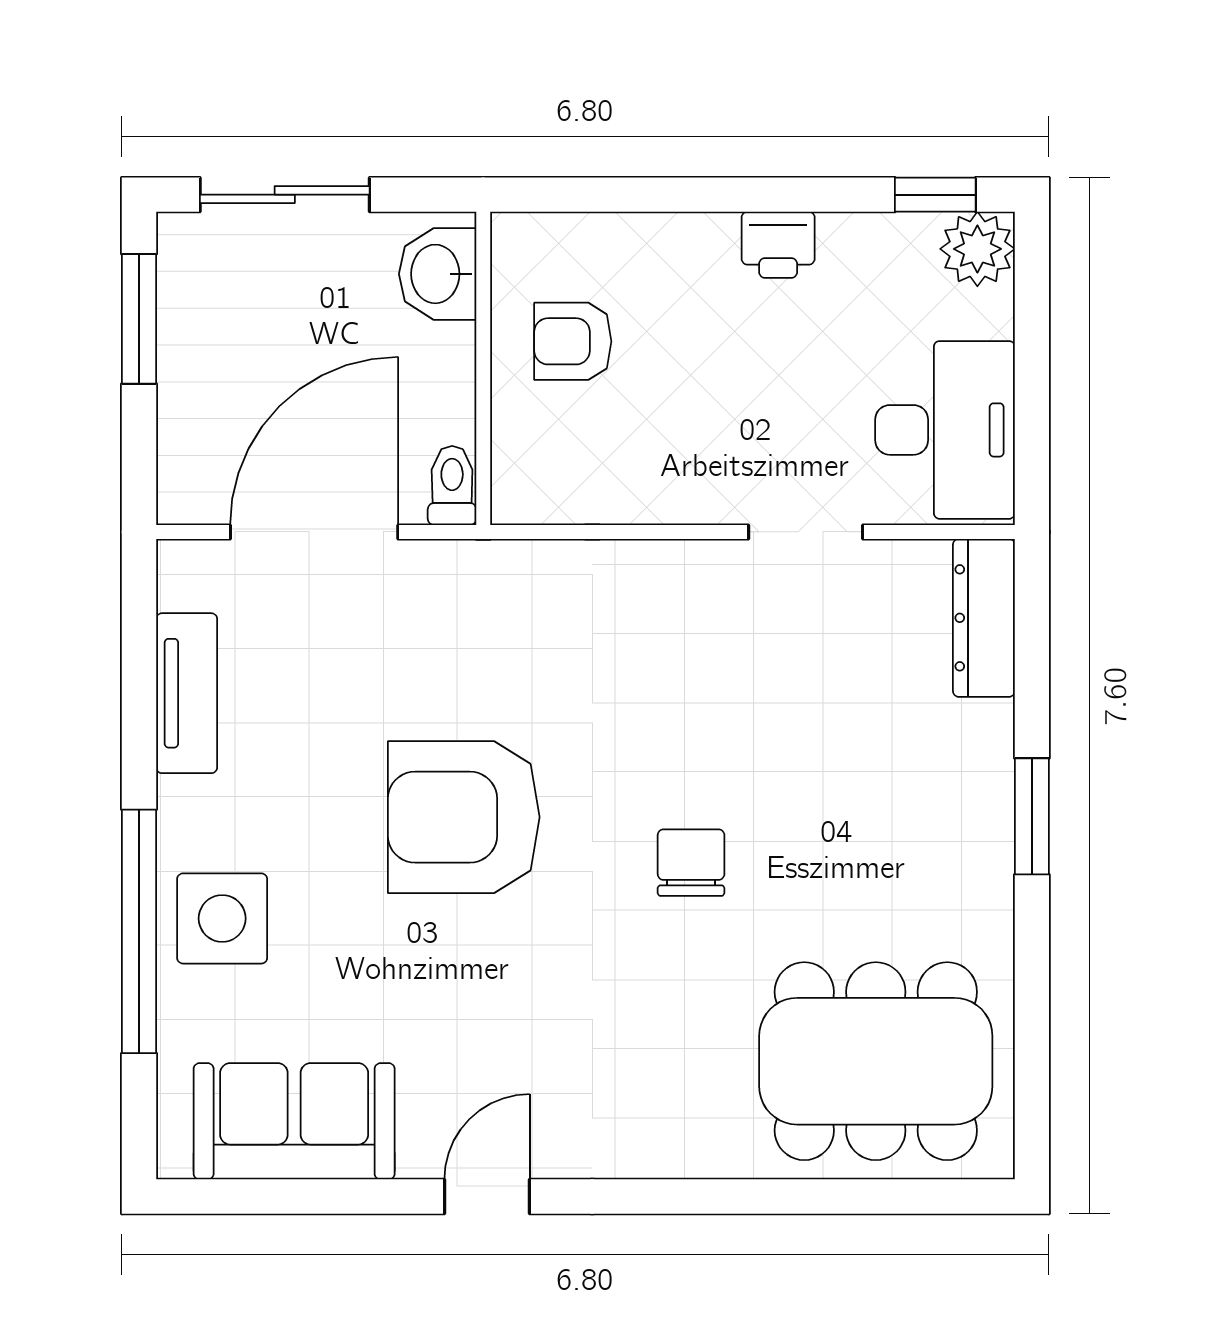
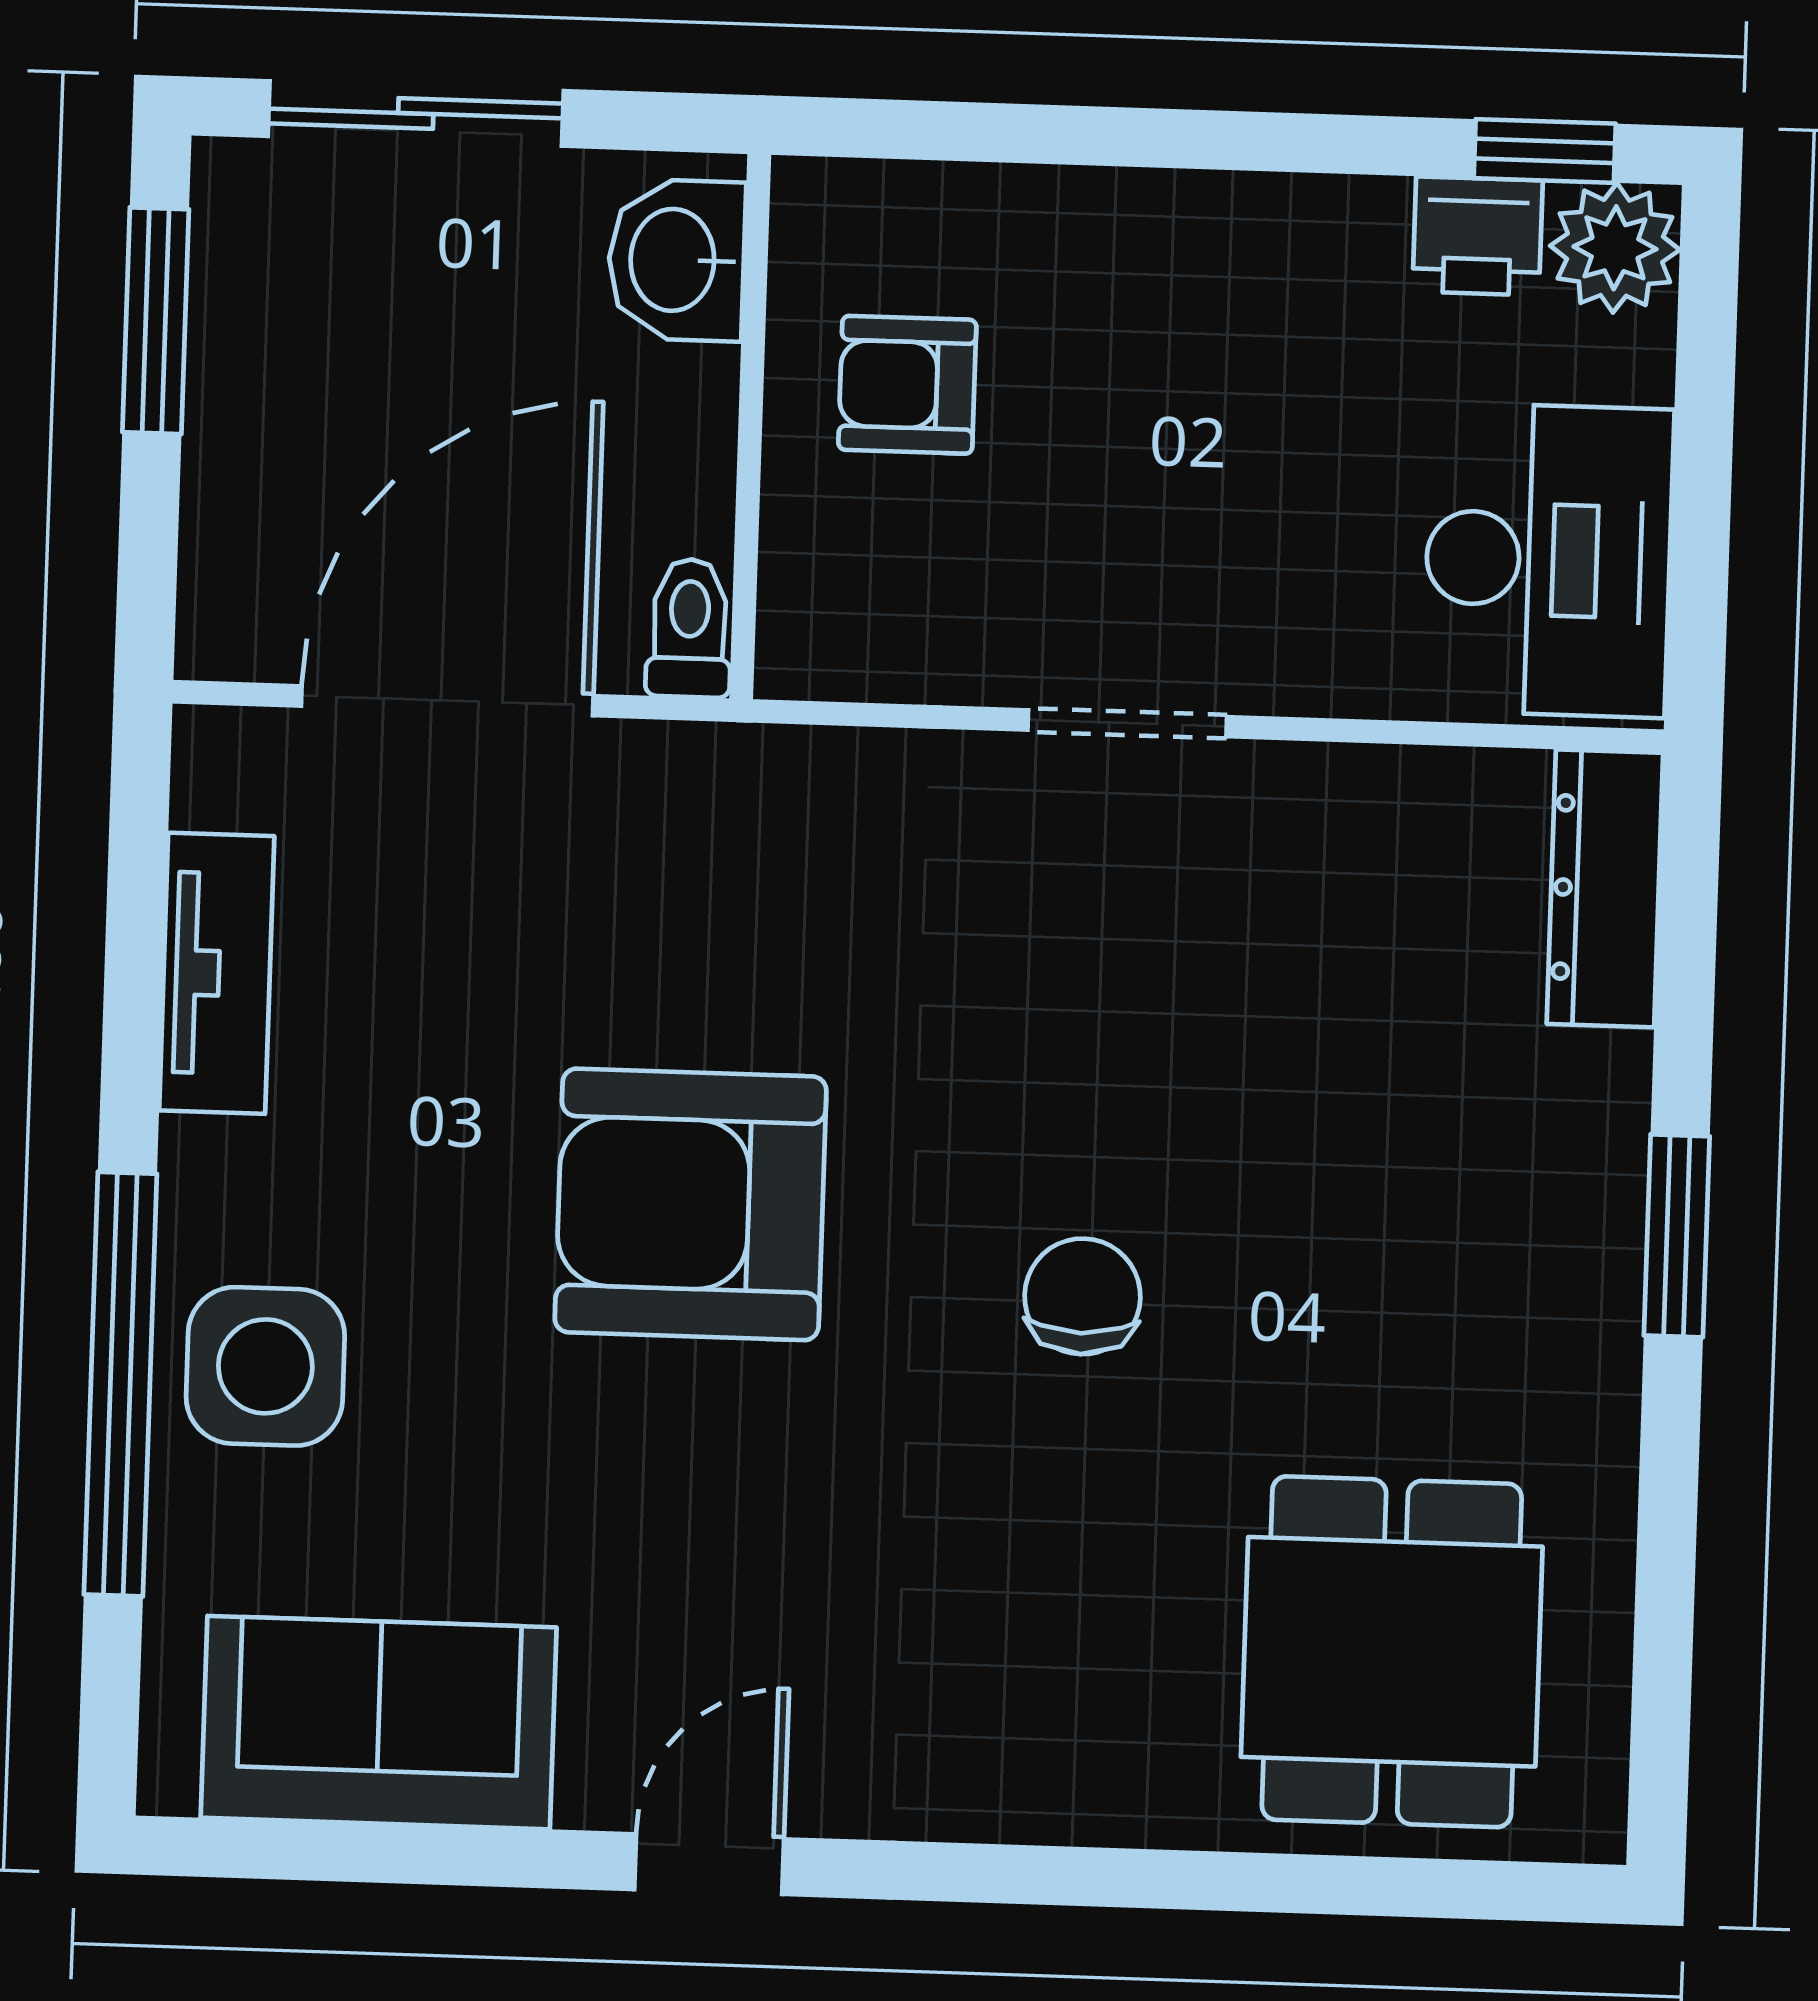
printer: (778, 245) -> (1478, 236), moved
doorway: (806, 532) -> (1127, 723), moved
dining table: (876, 1061) -> (1392, 1652), width x0.73

